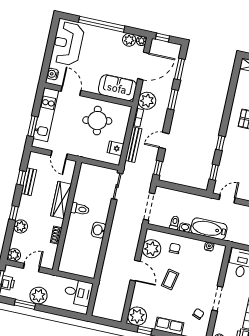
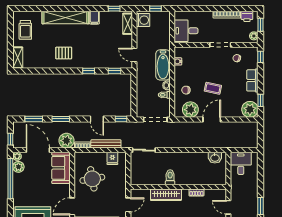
window: (102, 24) -> (10, 179), moved
washbasin: (99, 230) -> (215, 158), moved
plant: (39, 296) -> (251, 196), removed

